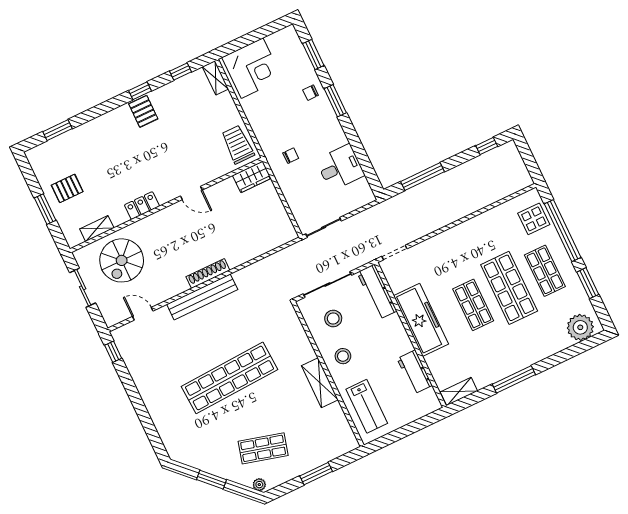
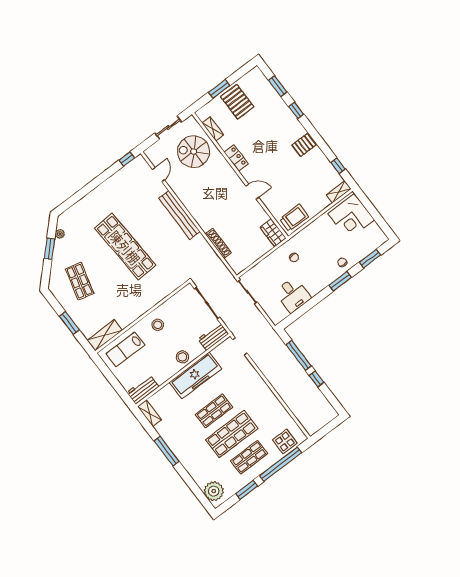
window: (140, 91) -> (296, 110), moved
window: (487, 146) -> (317, 379), moved
pallet: (67, 188) -> (237, 102), width x1.50, depth x1.42
door: (191, 193) -> (252, 192), swing flipped
shoe rack: (208, 273) -> (218, 243), moved
workbench: (377, 292) -> (213, 336), width x0.73
stool: (333, 318) -> (182, 357), moved
workbench: (415, 372) -> (143, 390), moved
shelving: (320, 383) -> (105, 335), moved
plant: (259, 485) -> (60, 234), moved

